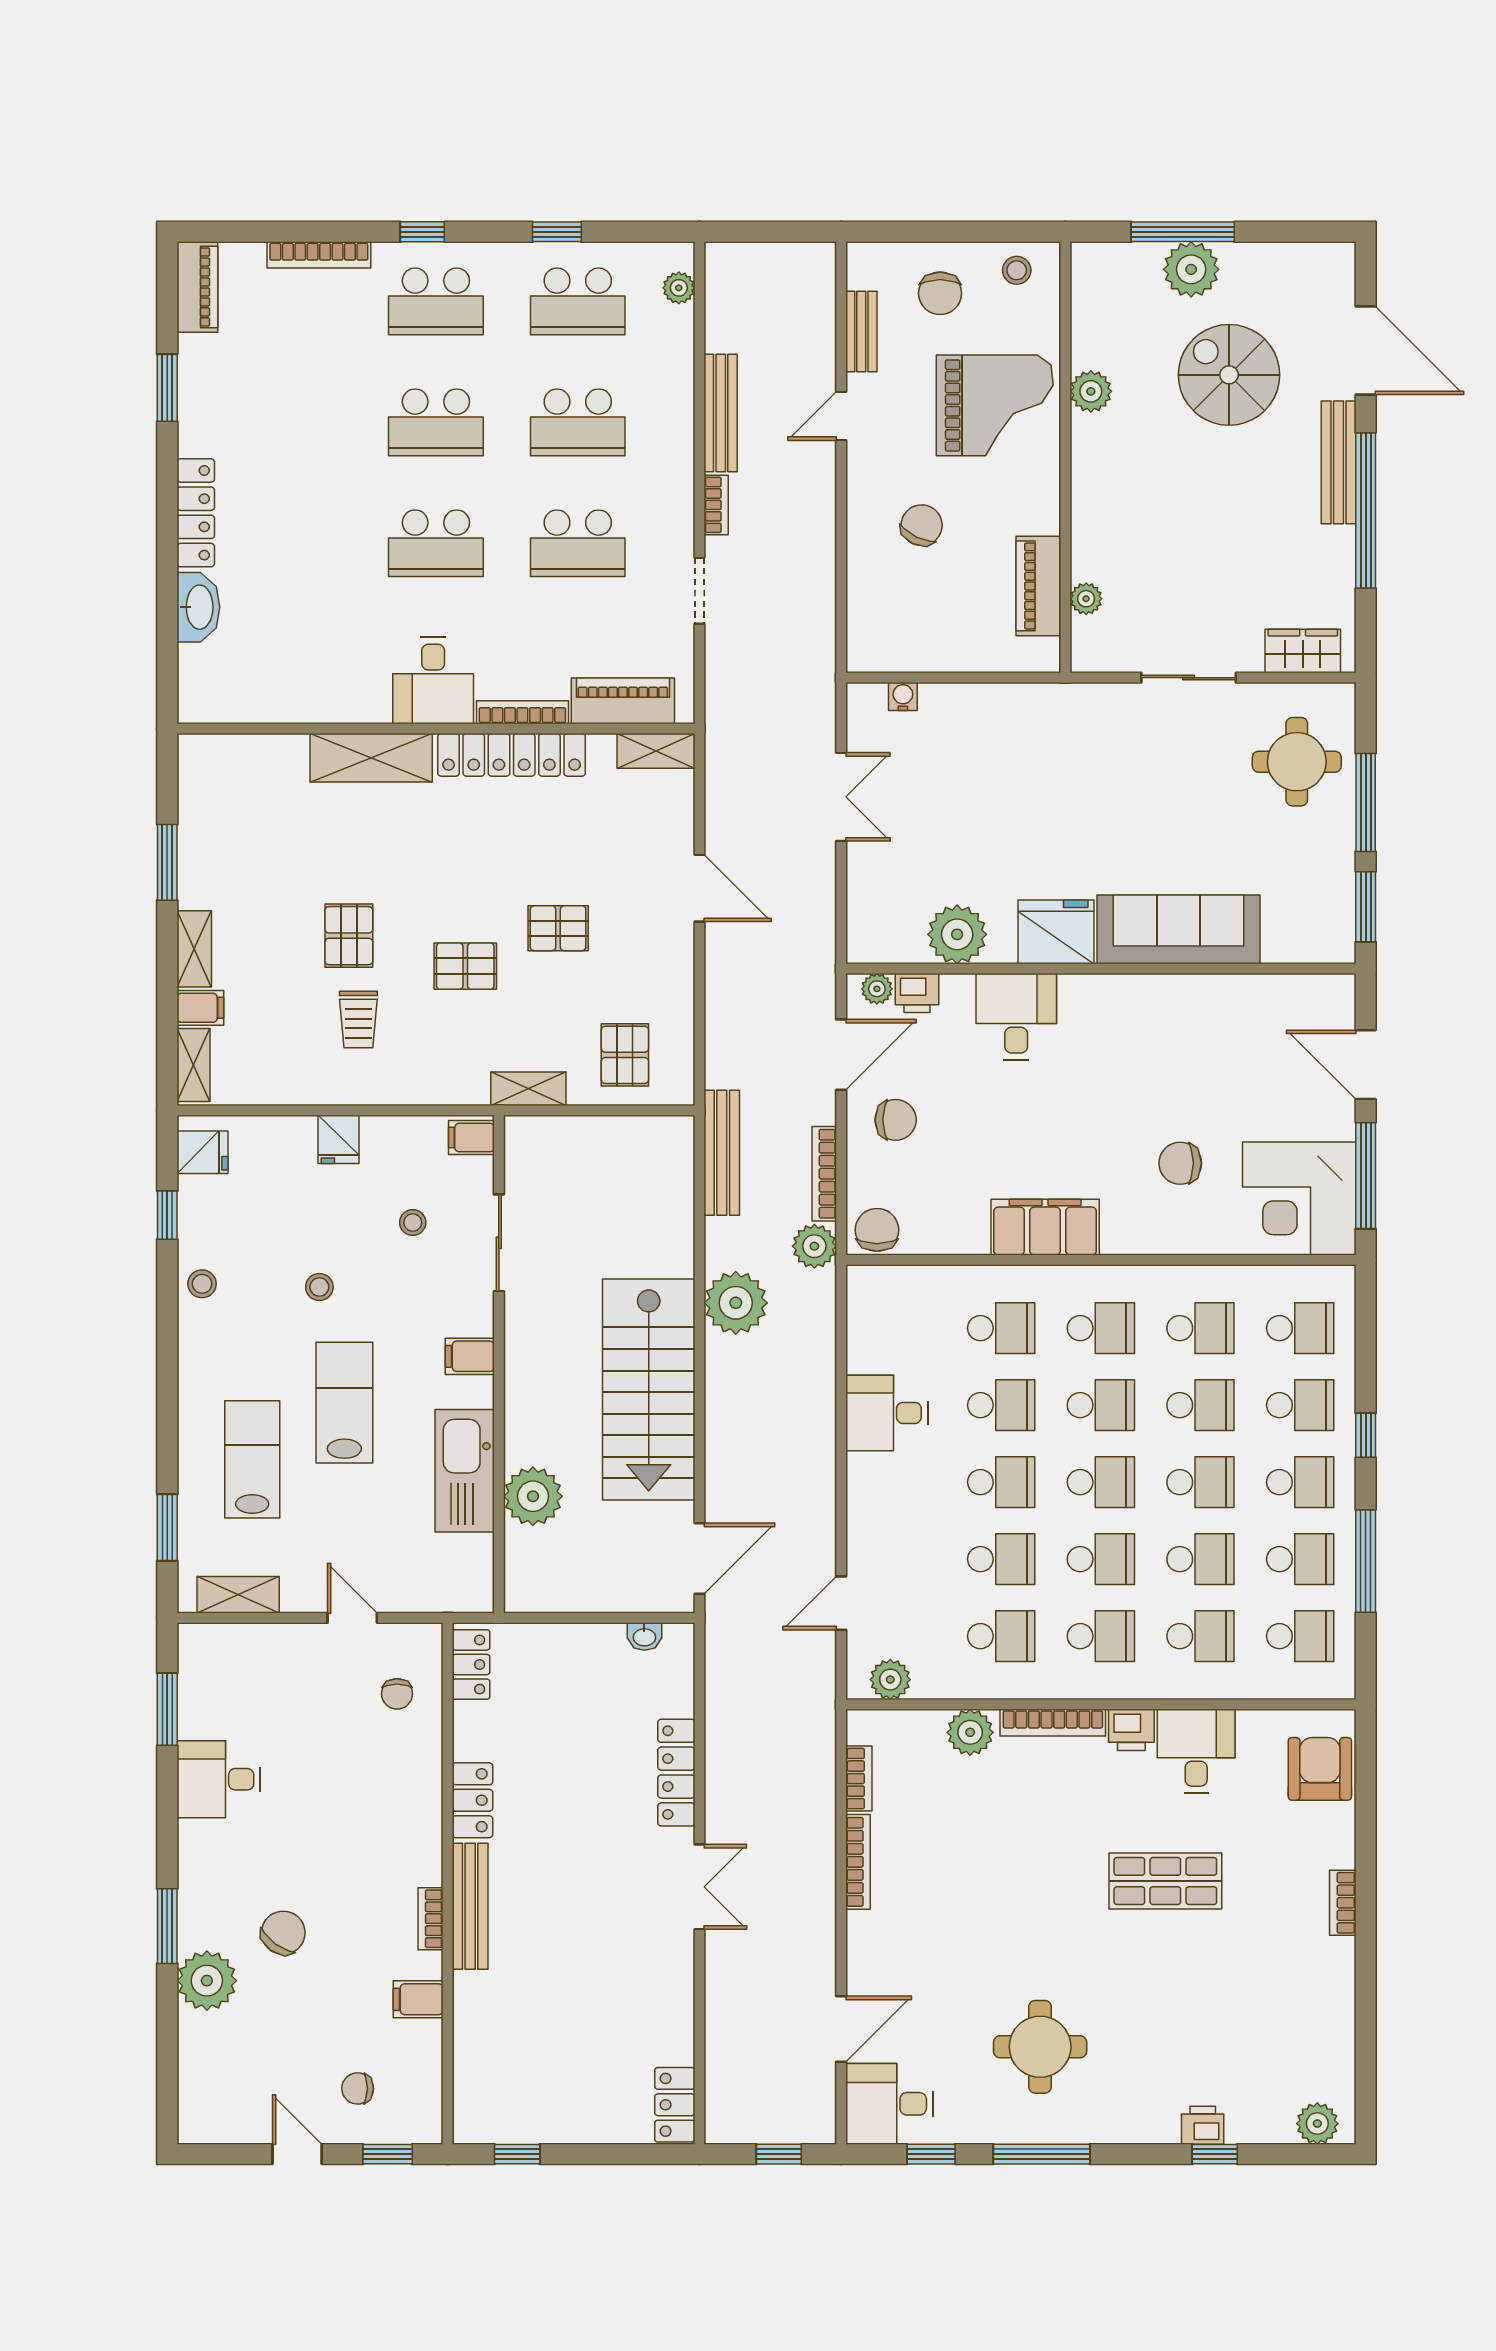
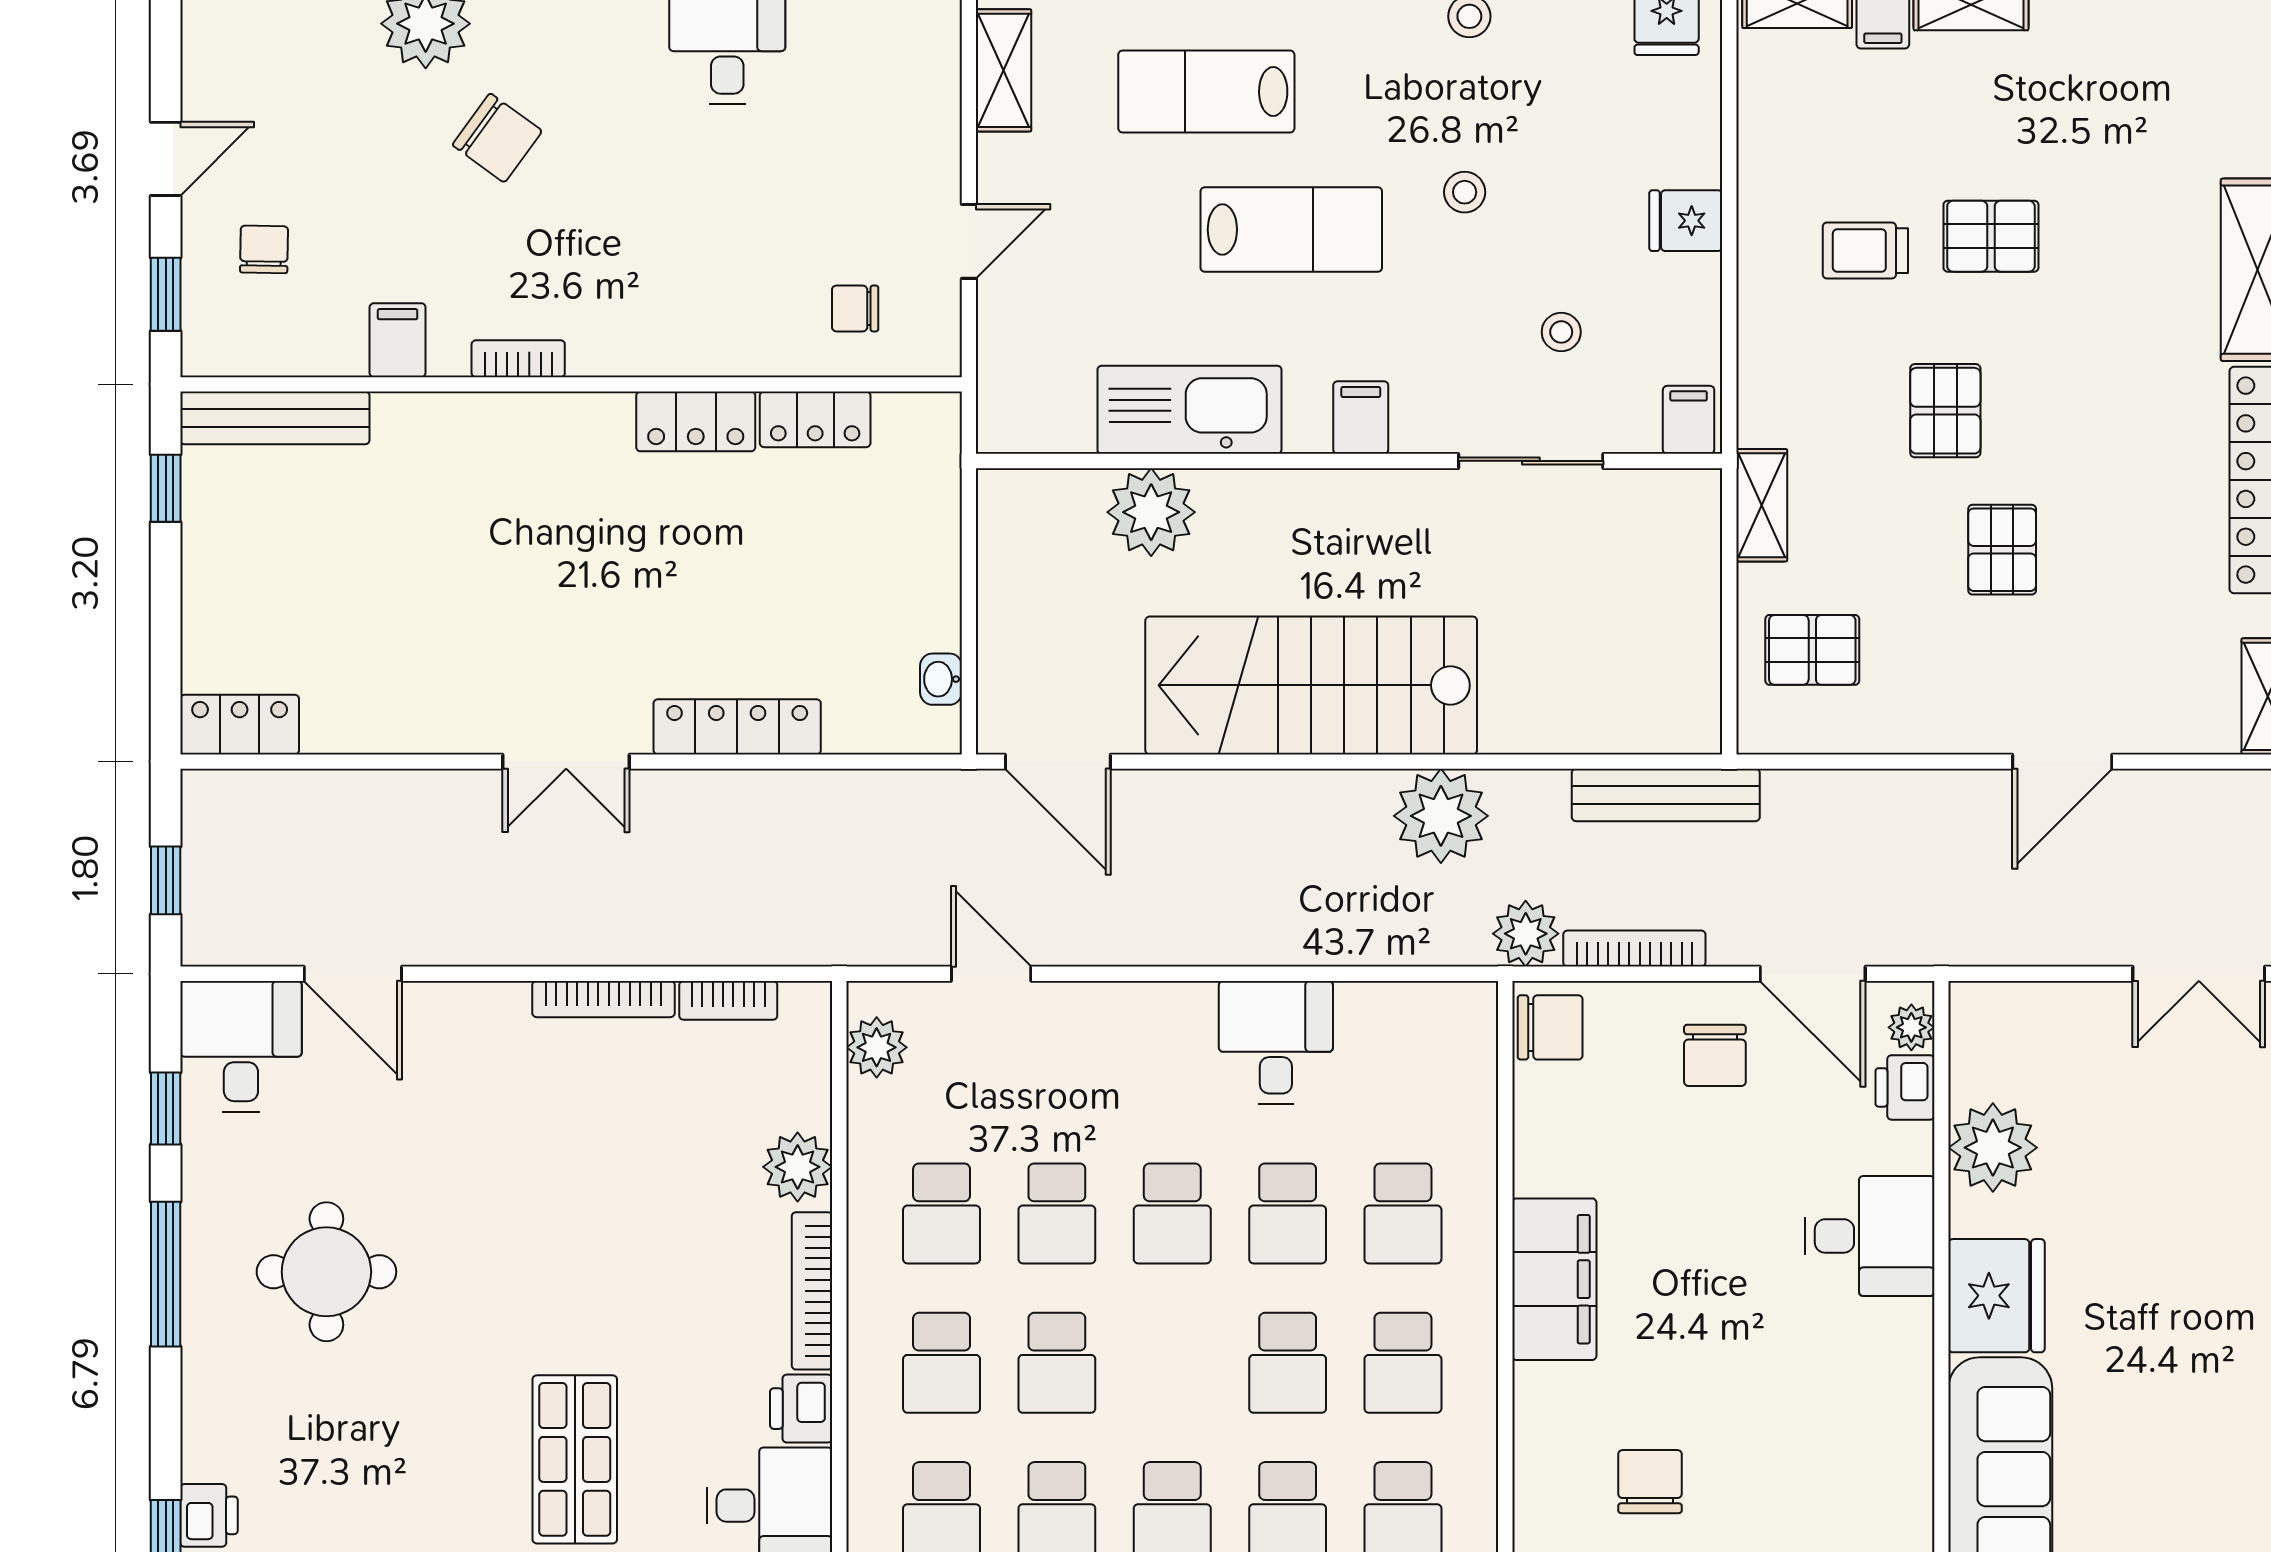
lab bench: (252, 1459) -> (1206, 92), turned 180
school desk: (1101, 1482) -> (1172, 1363), removed
locker: (471, 1665) -> (815, 419), moved
bench: (470, 1906) -> (275, 418), moved

